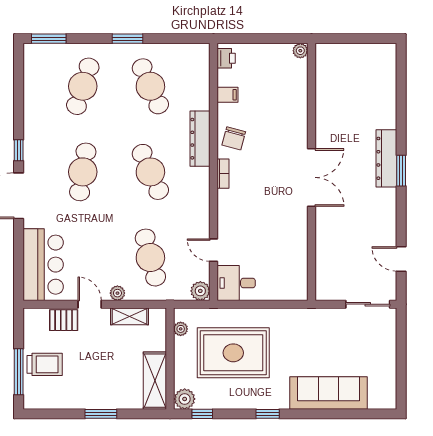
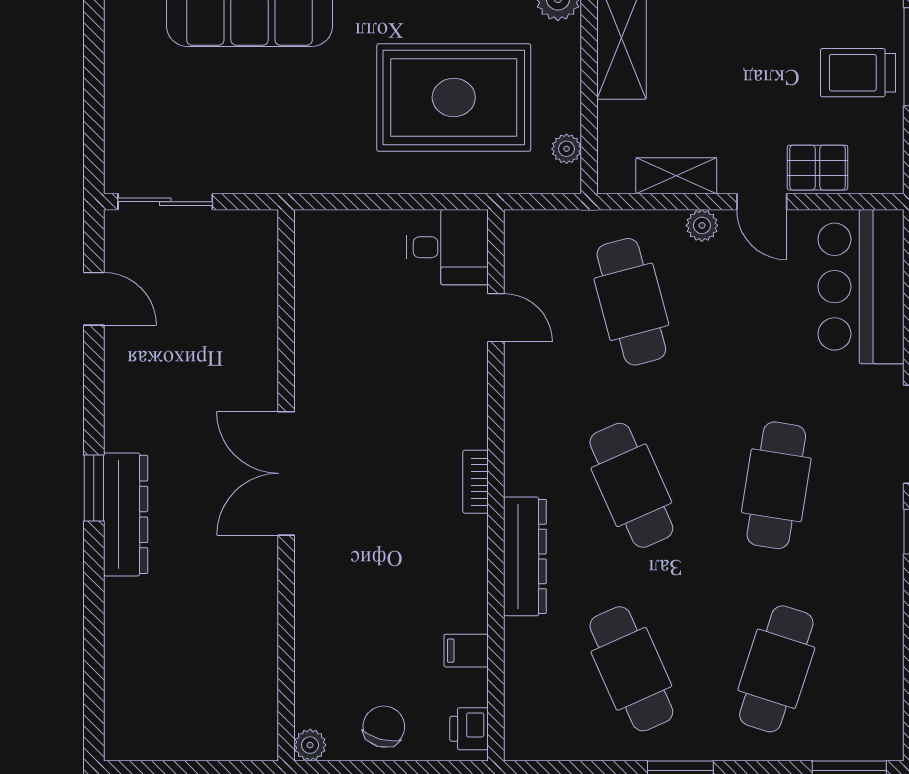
chair: (234, 138) -> (384, 727), moved
plant: (200, 291) -> (524, 230), removed

